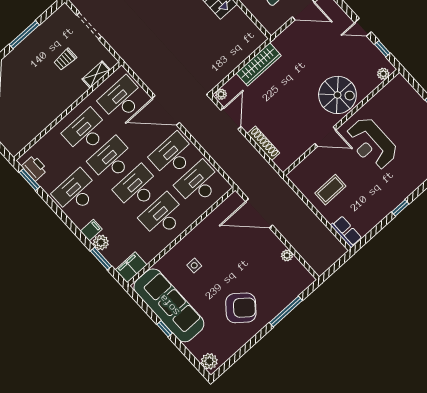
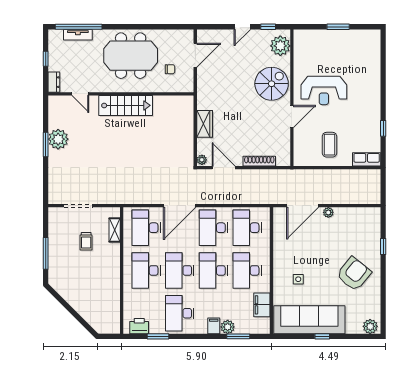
wardrobe: (259, 64) -> (205, 124), width x0.67
plant: (383, 74) -> (280, 46), width x1.88, depth x1.88
window: (29, 180) -> (158, 336), moved
window: (400, 208) -> (383, 128), moved
plant: (287, 255) -> (328, 212), moved
filing cabinet: (131, 267) -> (262, 305), moved
window: (286, 312) -> (383, 247), width x0.46

